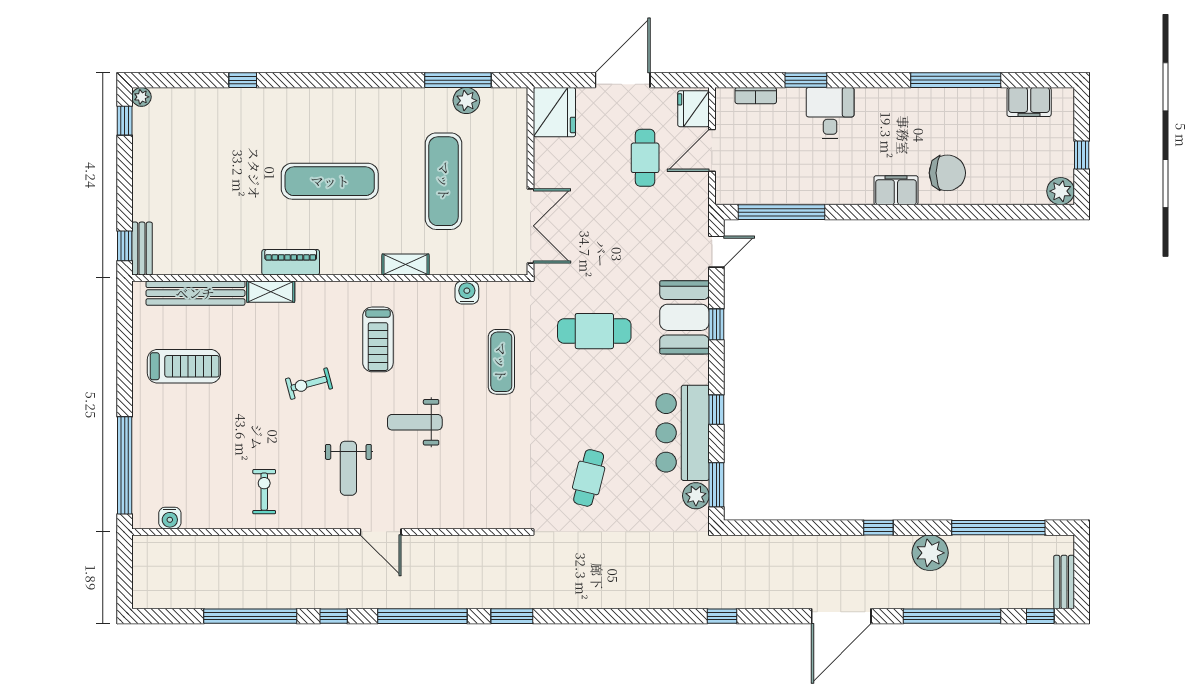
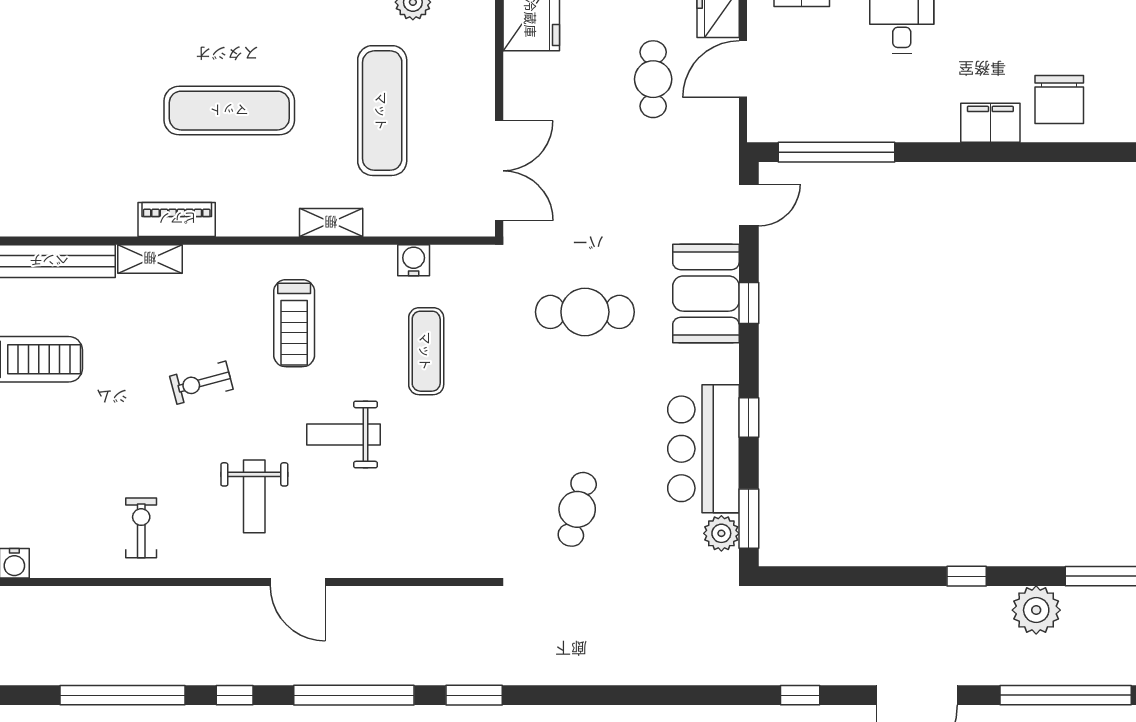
chair: (947, 173) -> (1059, 99), turned 90
exercise mat: (501, 362) -> (426, 351), moved
window: (722, 616) -> (800, 695), moved

